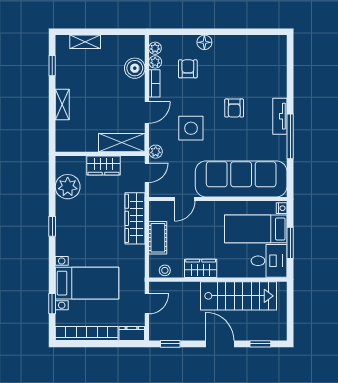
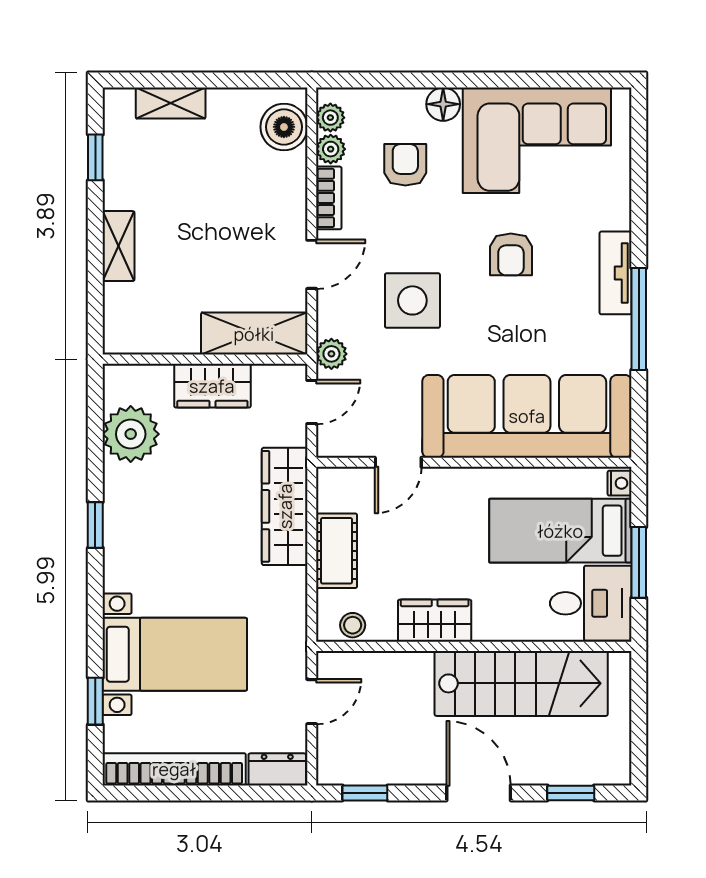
corner sofa: (246, 58) -> (537, 140), added
boiler: (135, 68) -> (284, 127), moved

